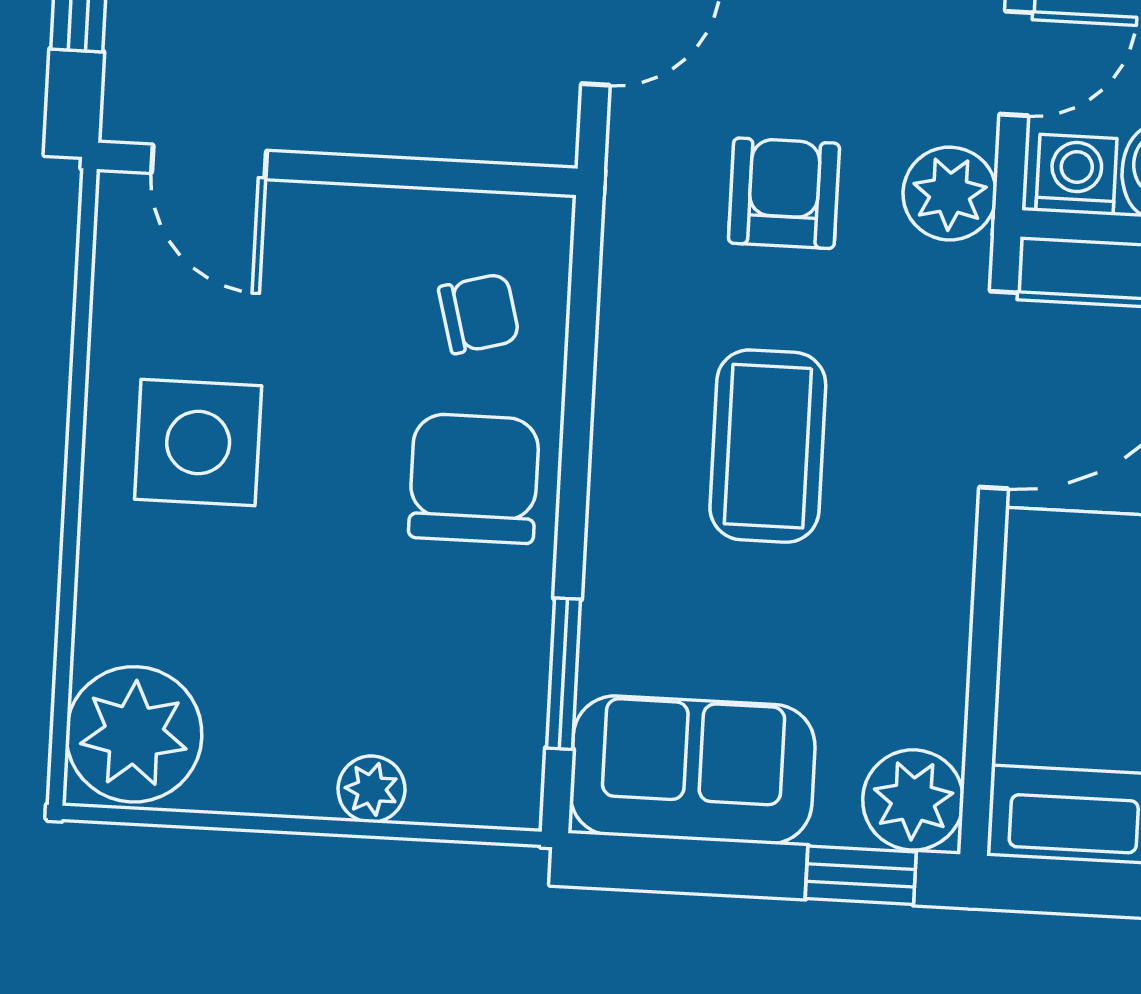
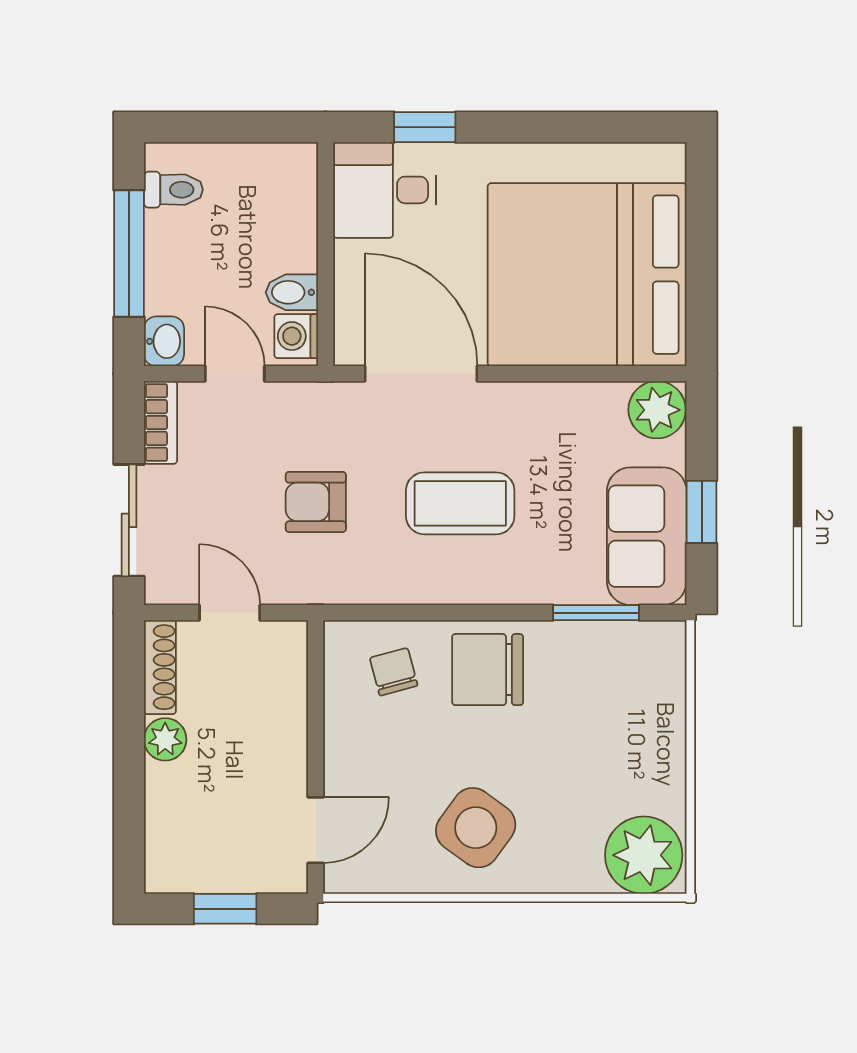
plant: (950, 194) -> (311, 408), removed
side table: (198, 443) -> (476, 828), turned 36
plant: (371, 789) -> (668, 718), removed
window: (861, 875) -> (702, 512), moved

